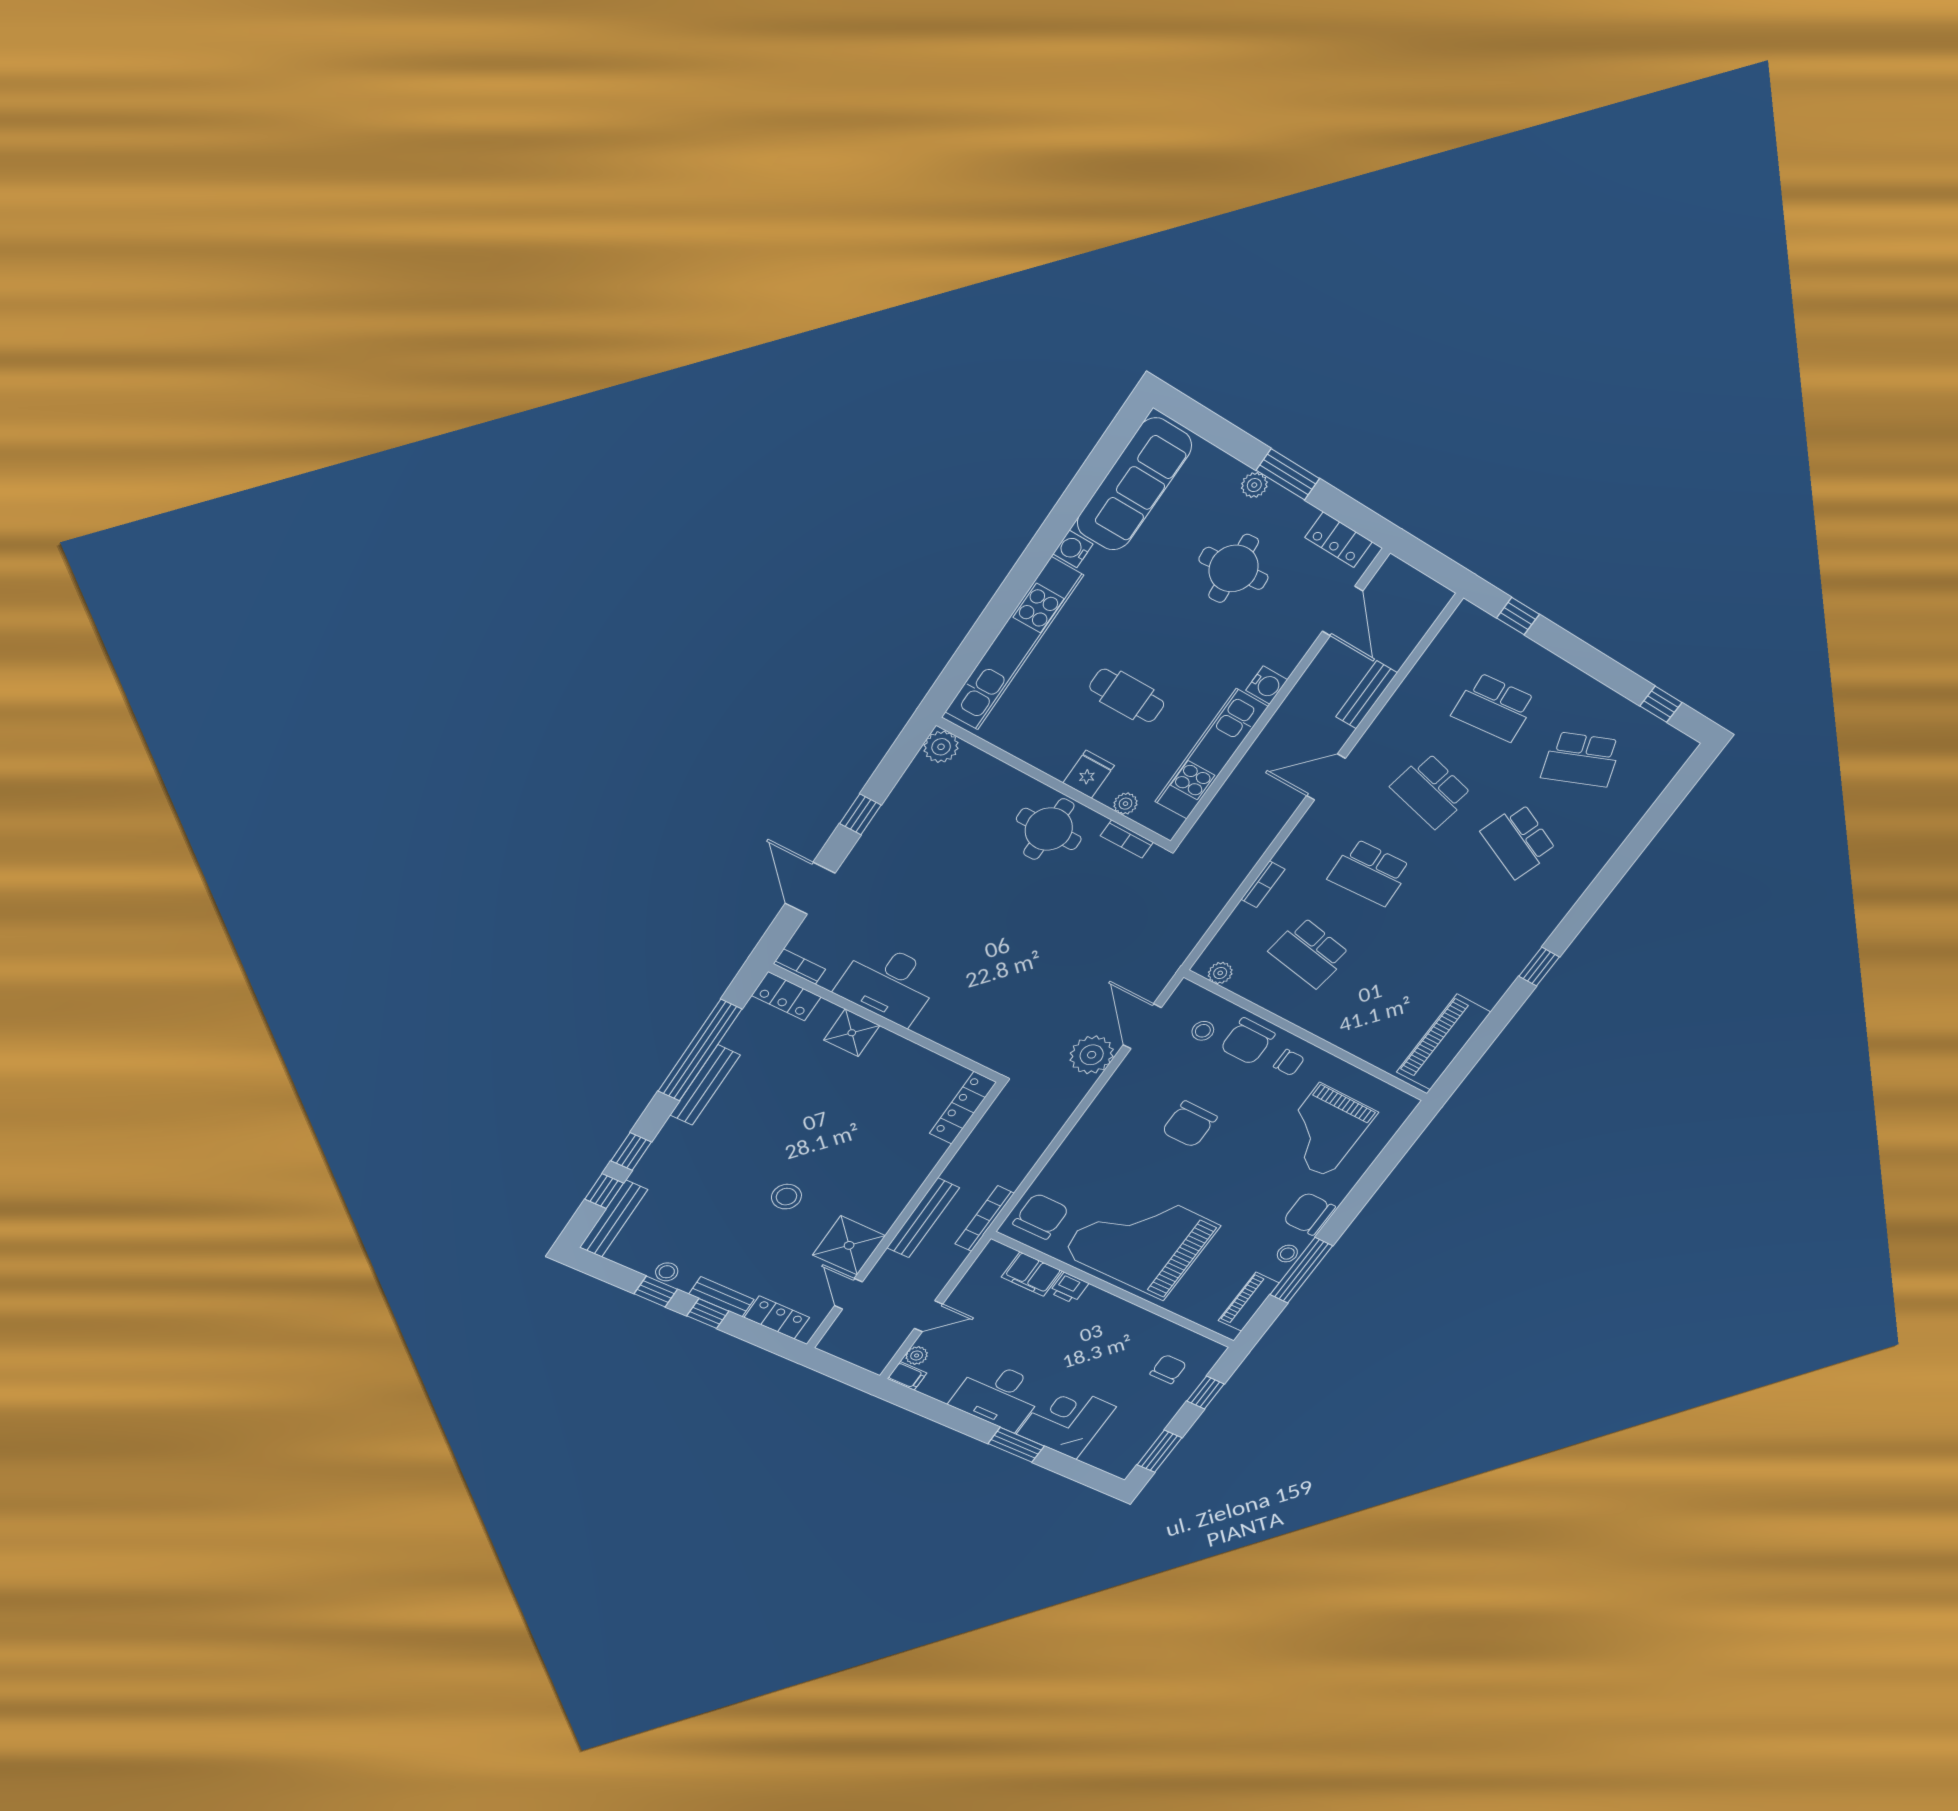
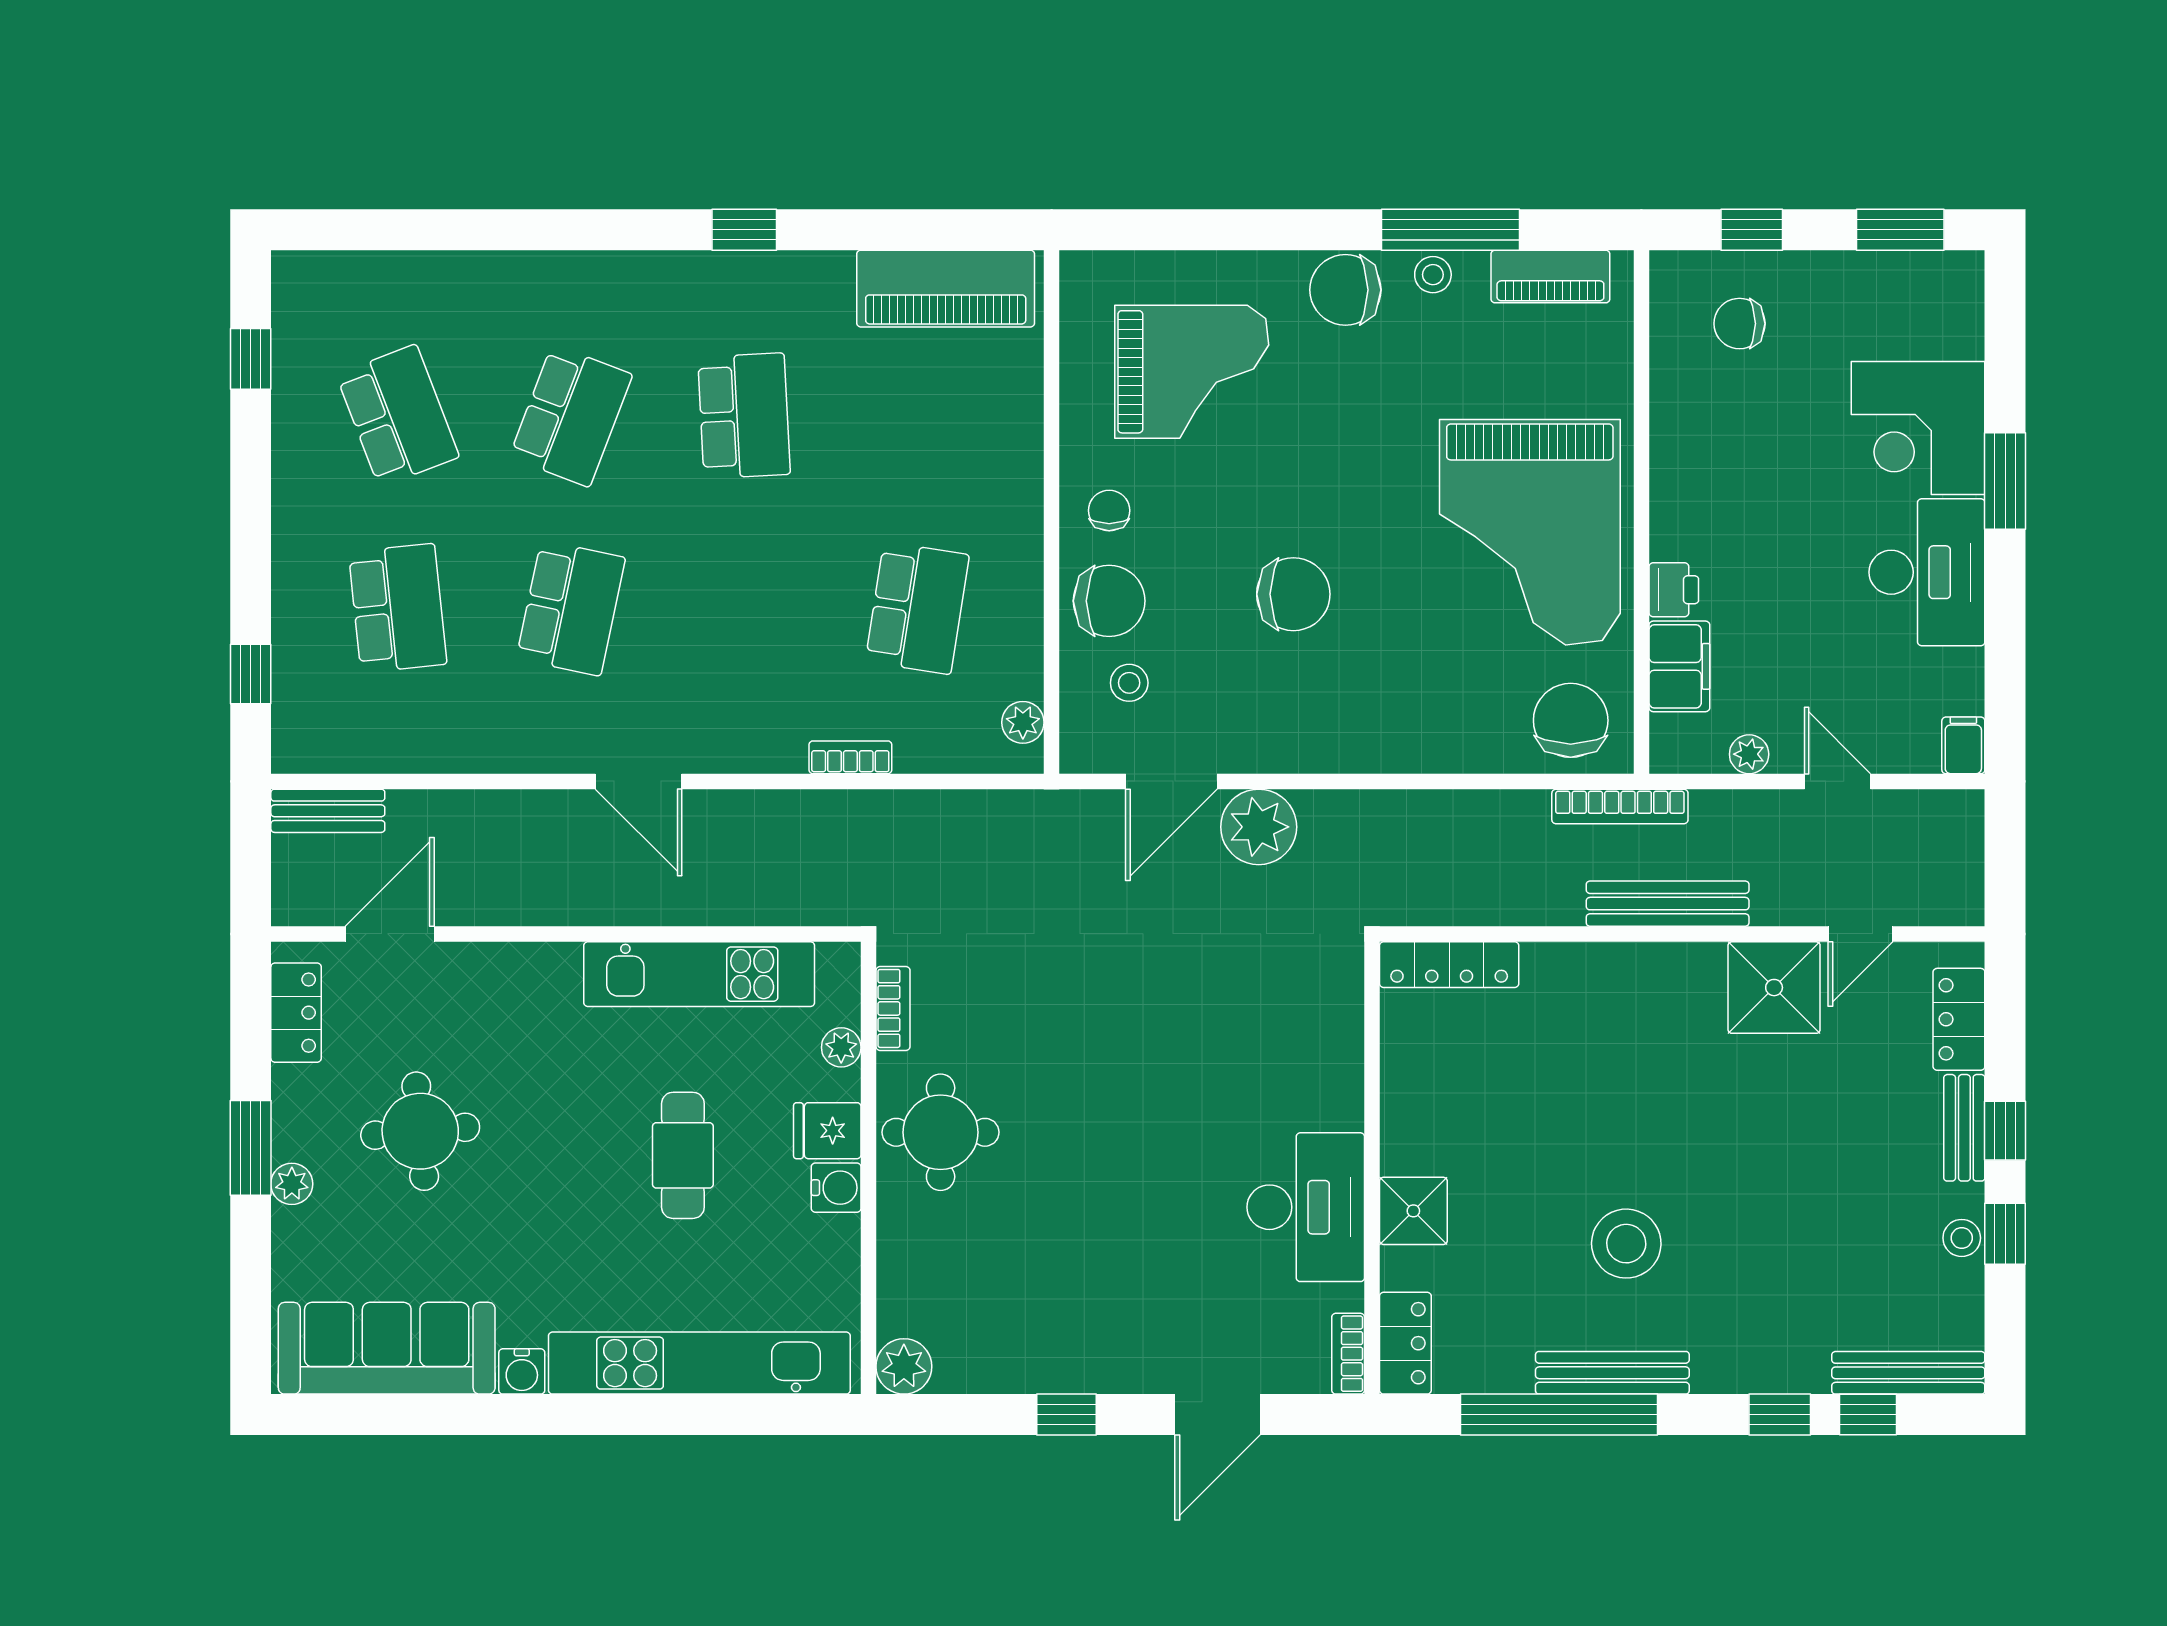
water cooler: (1267, 685) -> (836, 1188), moved, turned 90
bench: (1366, 695) -> (328, 811), moved
school desk: (1370, 873) -> (744, 416), moved
stool: (786, 1197) -> (1626, 1244), moved, width x1.38, depth x1.38
chair: (1309, 1214) -> (1345, 290), turned 90
chair: (1041, 1216) -> (1571, 720), turned 90
plant: (917, 1356) -> (1749, 754), moved

